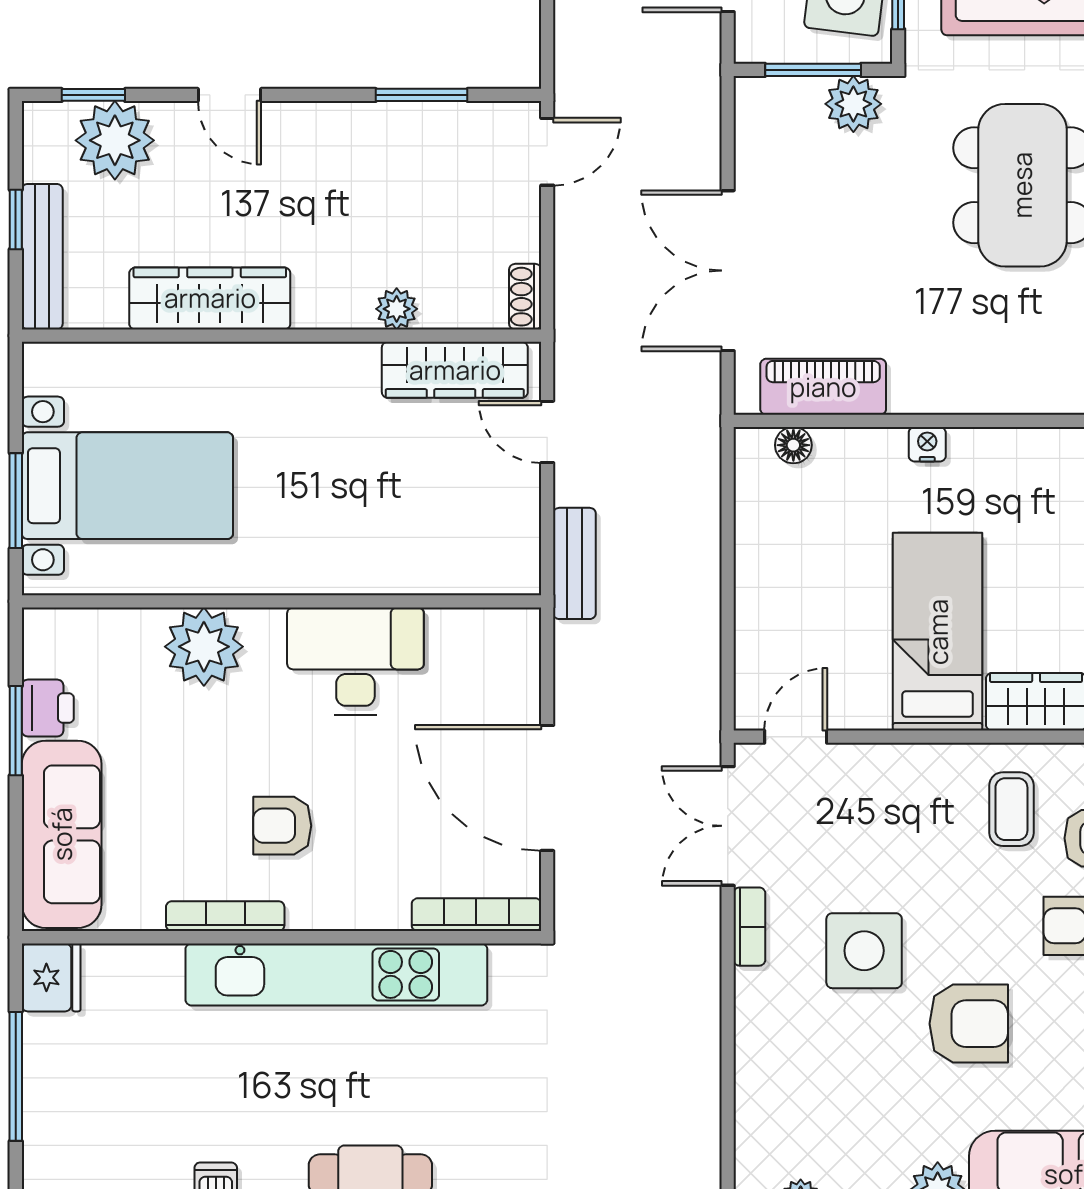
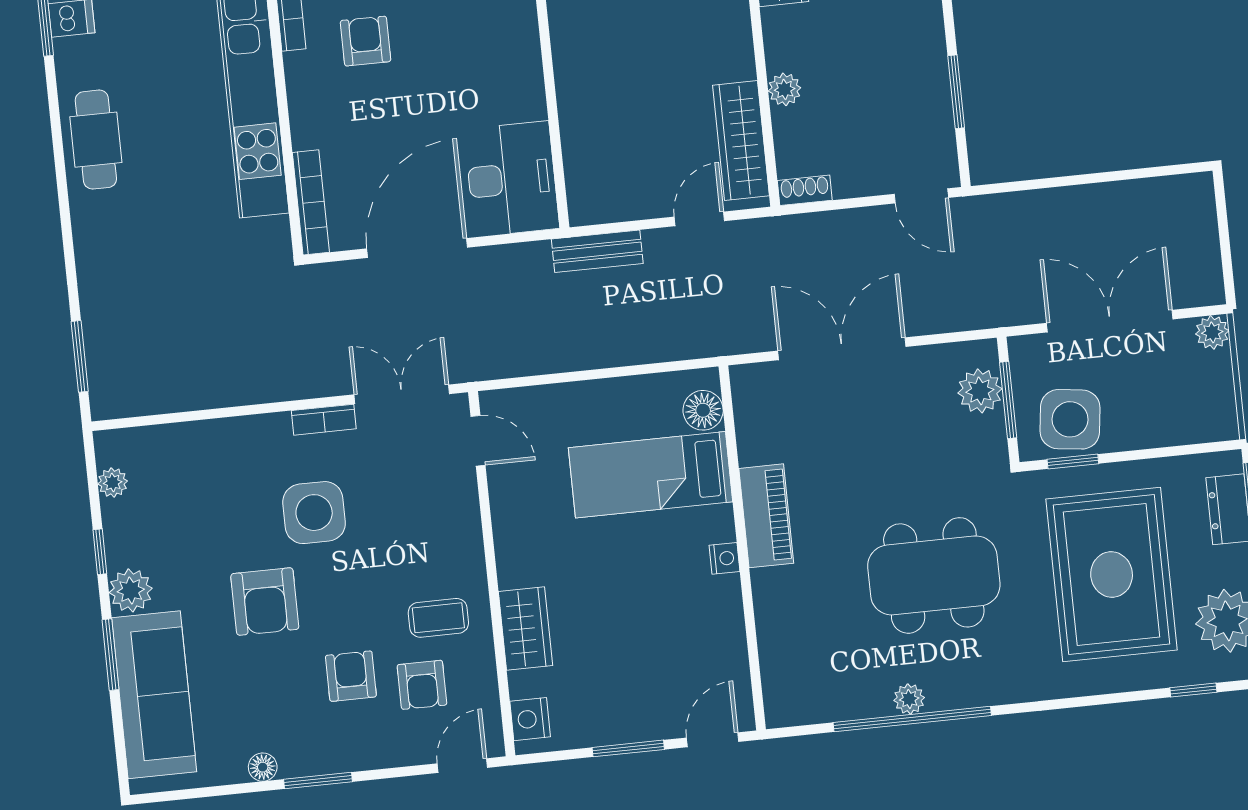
plant: (853, 104) -> (980, 391), moved
piano: (823, 387) -> (766, 516), moved
nightstand: (927, 444) -> (725, 558), moved
floor lamp: (793, 445) -> (703, 410), width x1.37, depth x1.37
bed: (938, 632) -> (650, 475), moved, turned 180
desk: (355, 661) -> (512, 179), moved

